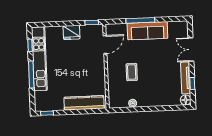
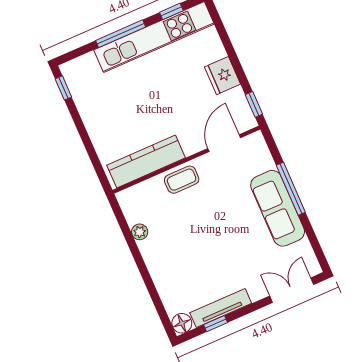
door: (105, 45) -> (224, 143), swing flipped
double door: (191, 50) -> (292, 290), moved
coffee table: (132, 72) -> (182, 180), moved
kitchen counter: (84, 103) -> (146, 162), moved, turned -90

